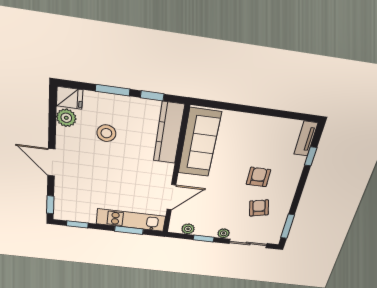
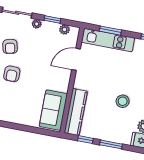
stool: (106, 133) -> (123, 101), moved
sofa: (199, 143) -> (53, 110), width x0.73

